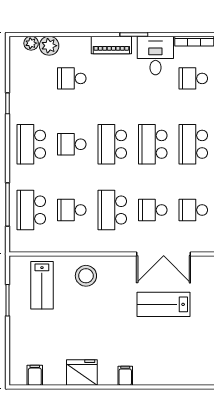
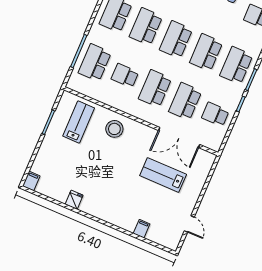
school desk: (72, 144) -> (146, 27), width x1.85
school desk: (153, 210) -> (185, 101), width x1.85
lab bench: (42, 285) -> (79, 122), turned 180
fridge: (82, 372) -> (74, 200), width x0.53, depth x0.75
filing cabinet: (35, 375) -> (31, 181), moved
filing cabinet: (125, 376) -> (142, 229), moved

